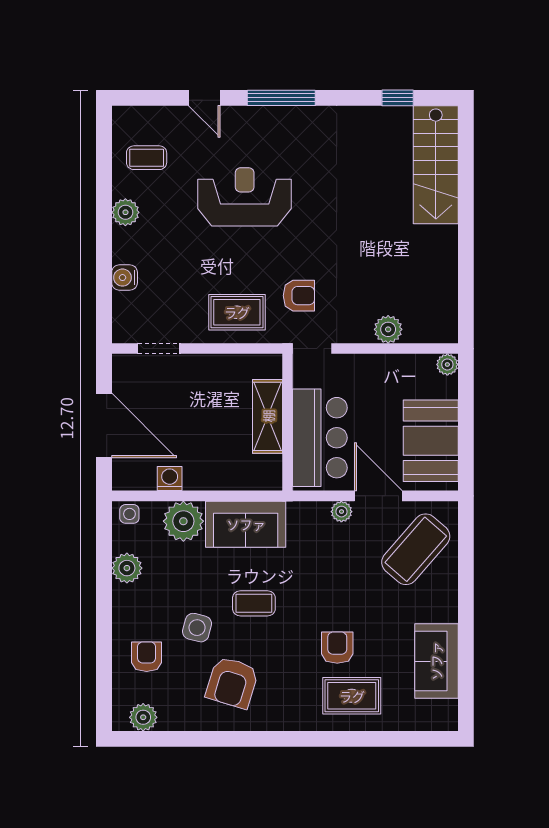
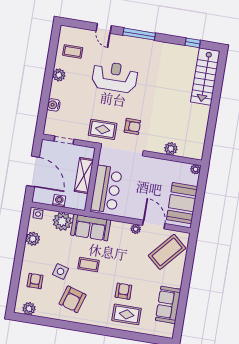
shelving: (268, 416) -> (84, 175), moved
wall: (288, 422) -> (93, 180), moved
bar counter: (320, 438) -> (106, 189), moved

